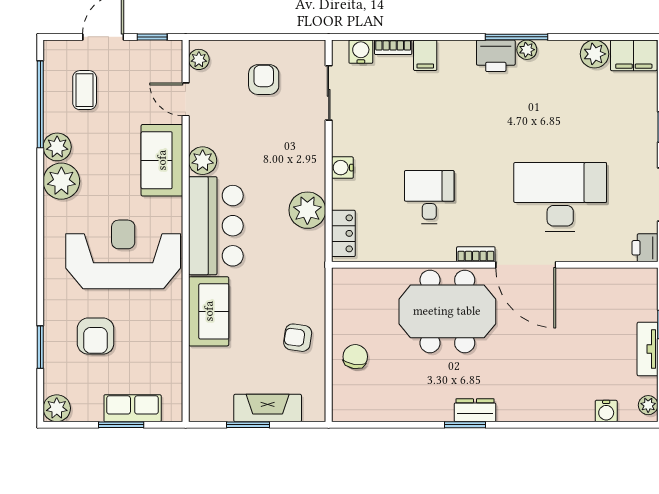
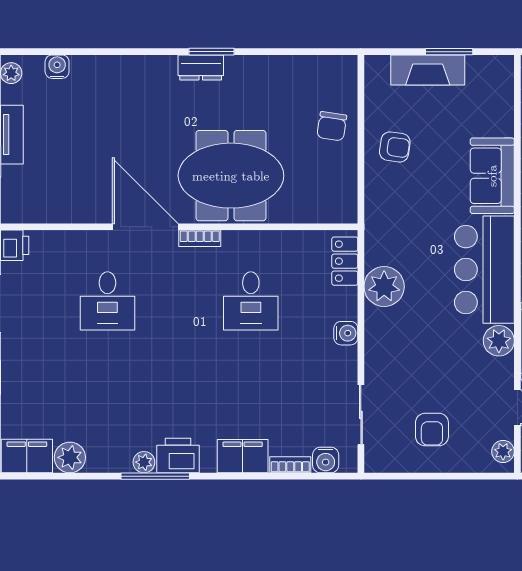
filing cabinet: (425, 55) -> (243, 456), width x2.00
desk: (560, 197) -> (107, 301), width x0.53, depth x0.77

